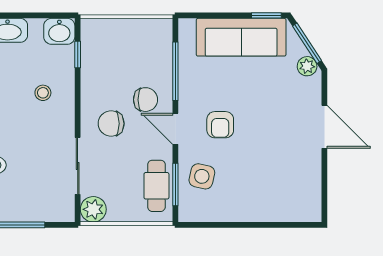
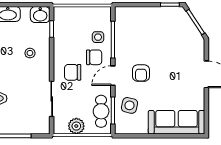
sofa: (241, 37) -> (176, 122), moved, turned 180
plant: (307, 66) -> (195, 36), removed
side table: (152, 67) -> (98, 37), added
door: (175, 129) -> (113, 76), hinge flipped
plant: (93, 209) -> (76, 126), moved

